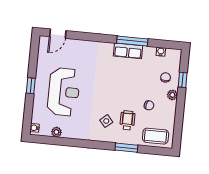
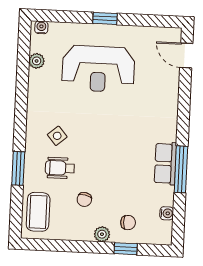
wheelchair: (127, 120) -> (60, 168), turned 180

